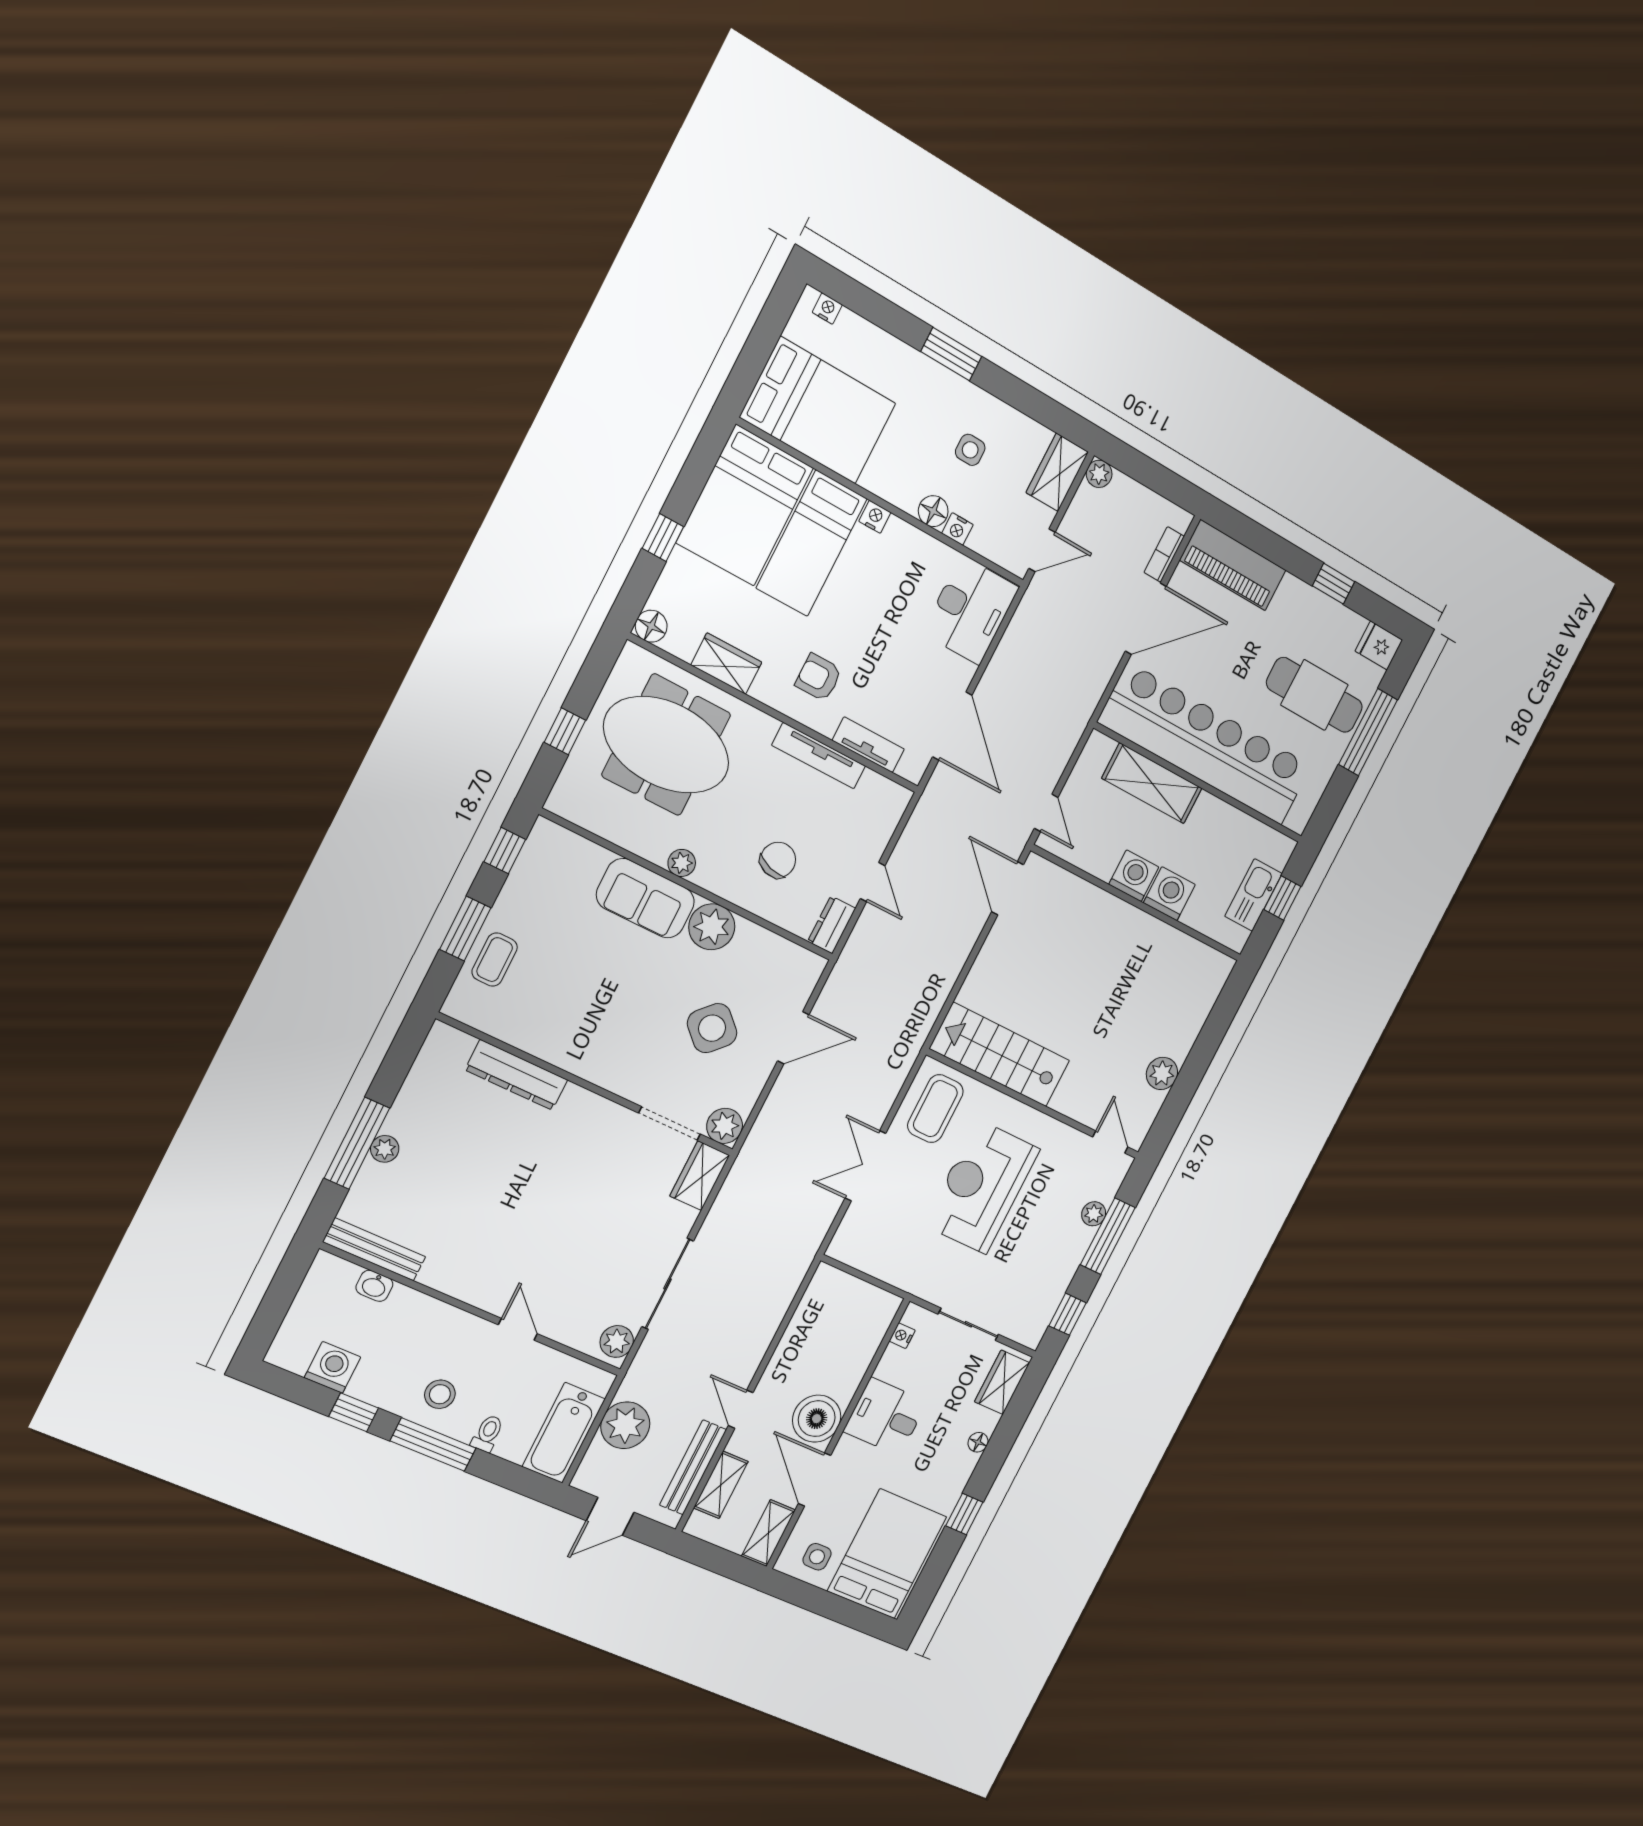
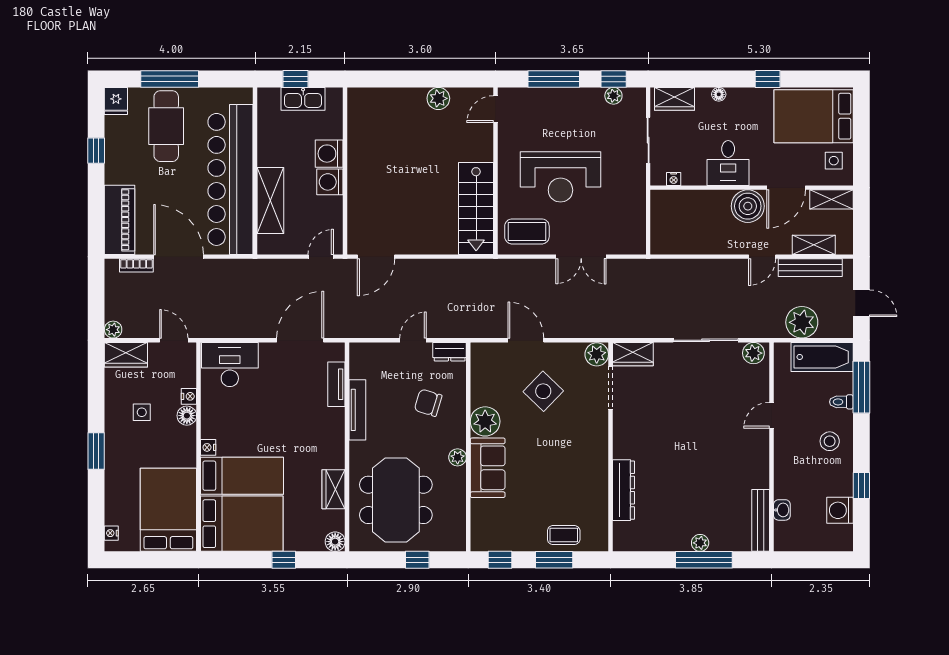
armchair: (819, 677) -> (314, 433), removed
plant: (1094, 1214) -> (613, 96), moved
window: (433, 1445) -> (861, 387), moved

